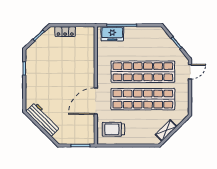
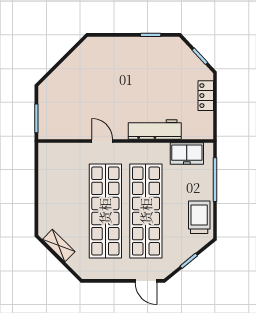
freezer: (112, 34) -> (187, 154), moved, turned -90
door: (96, 101) -> (102, 141), width x0.53
workbench: (43, 119) -> (155, 129), moved, turned -135
trolley: (113, 129) -> (199, 217), moved

